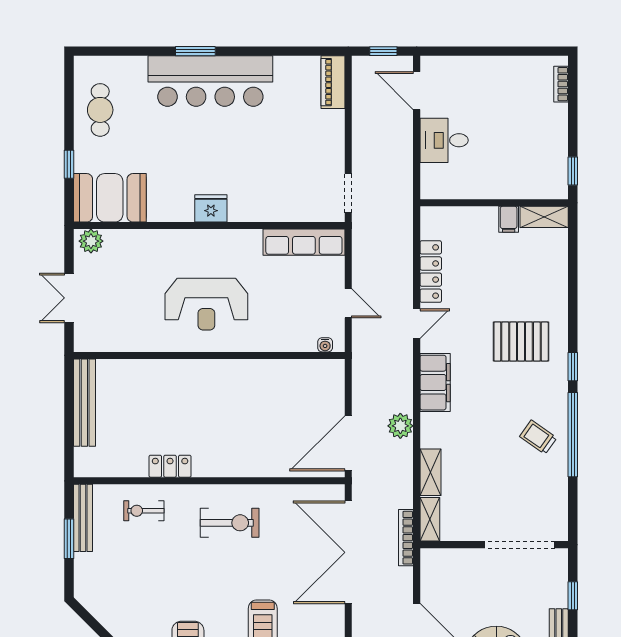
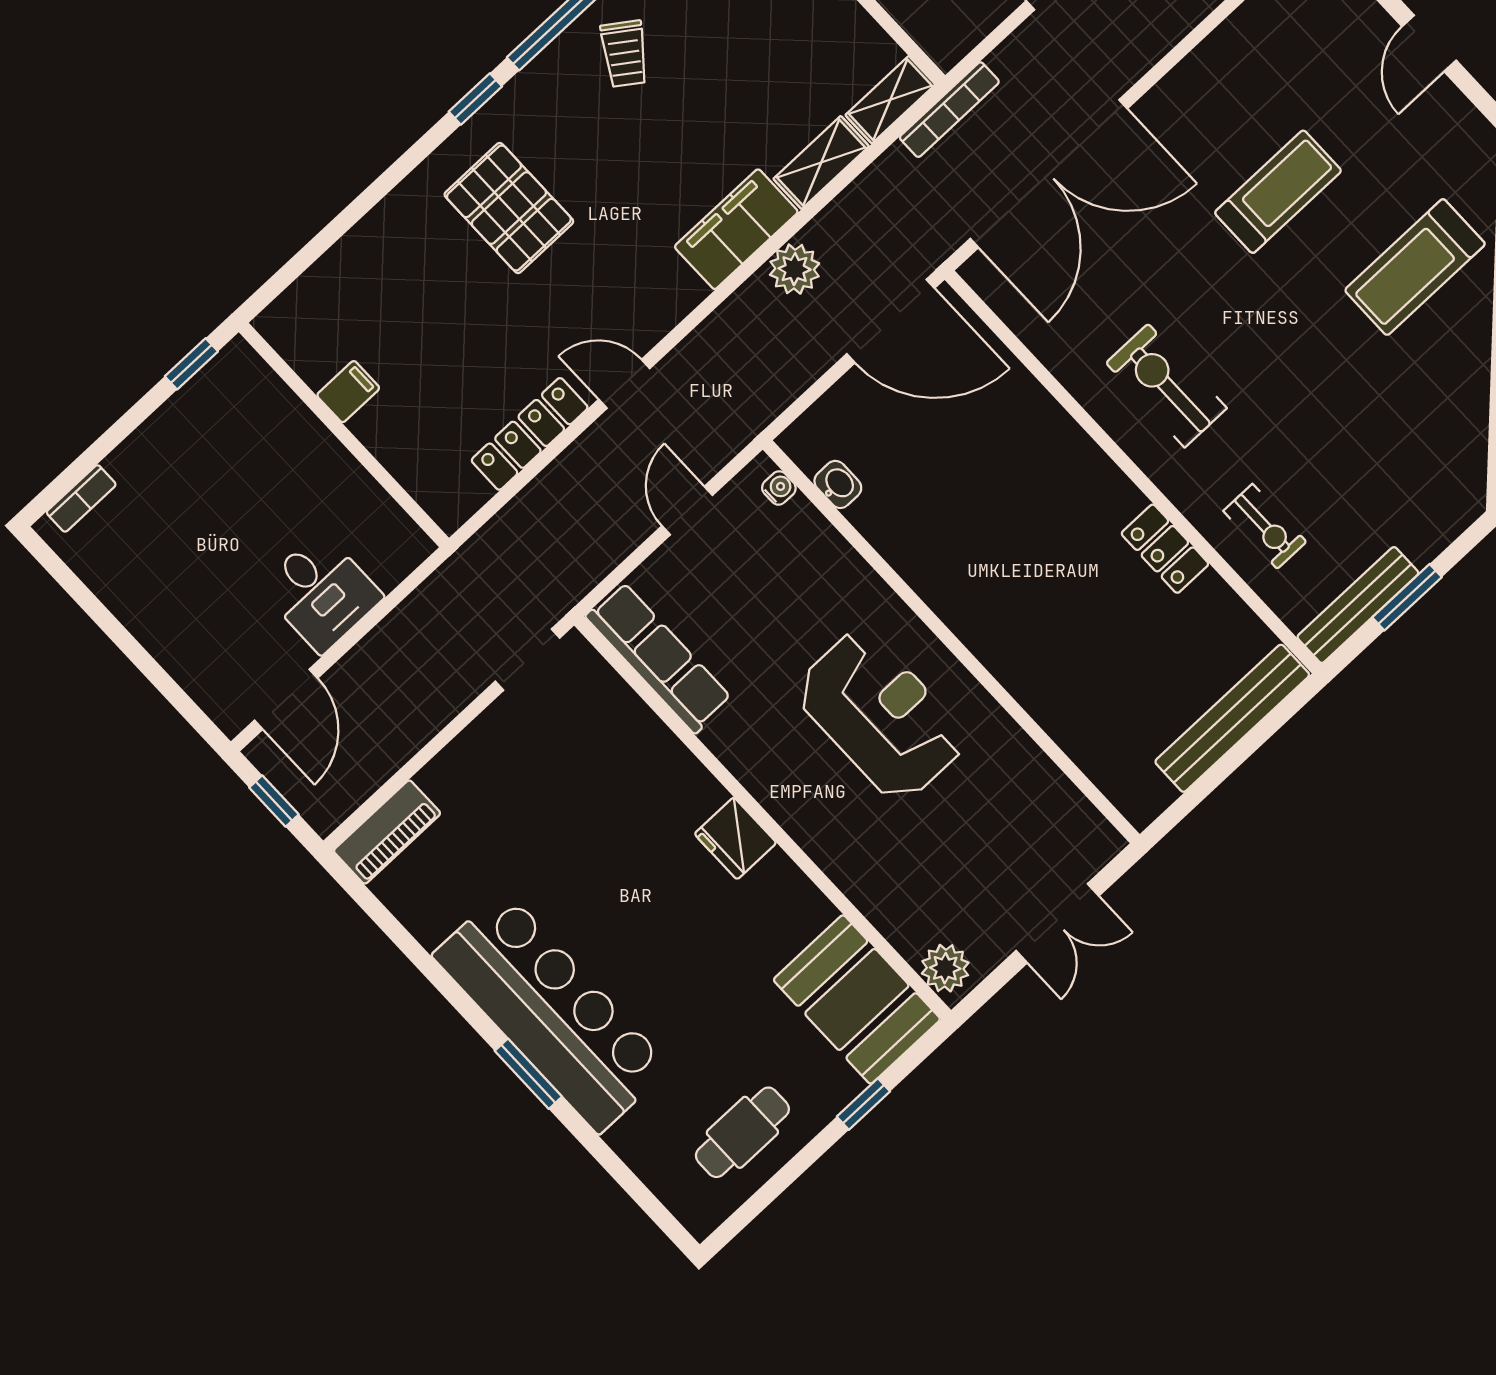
shelving: (544, 217) -> (297, 343), removed
washbasin: (306, 368) -> (838, 484), added
filing cabinet: (435, 383) -> (736, 229), moved
bench: (84, 403) -> (1232, 718), moved

